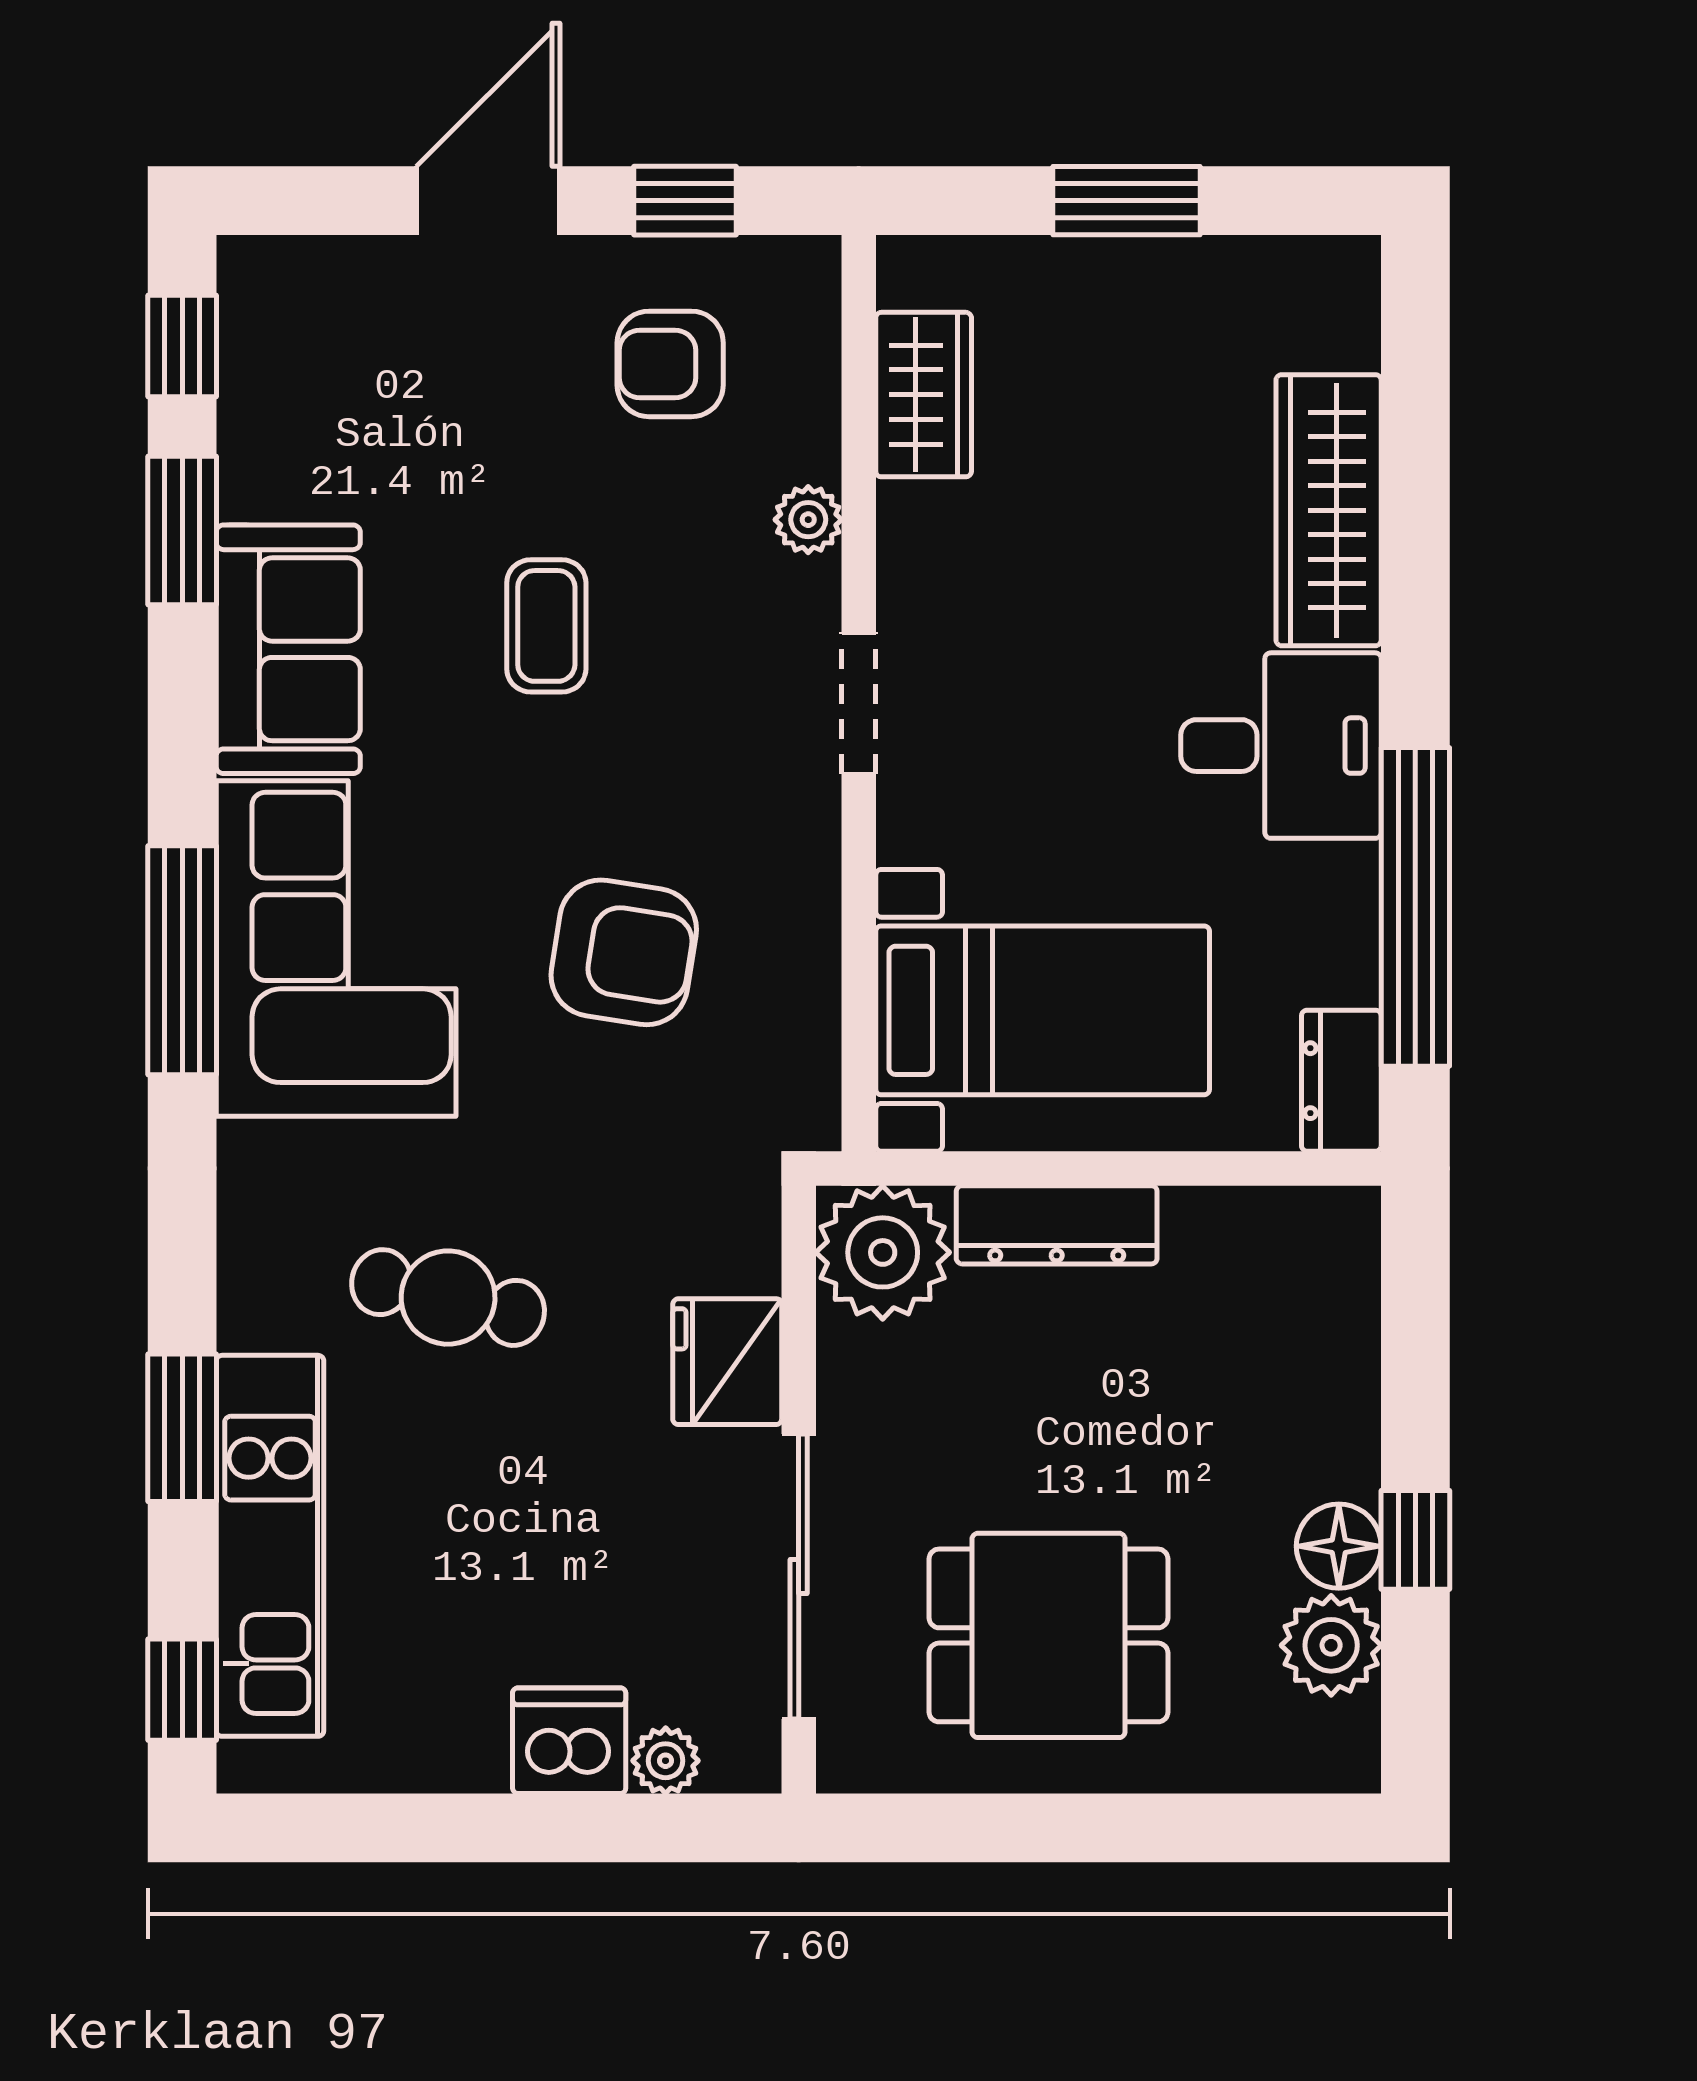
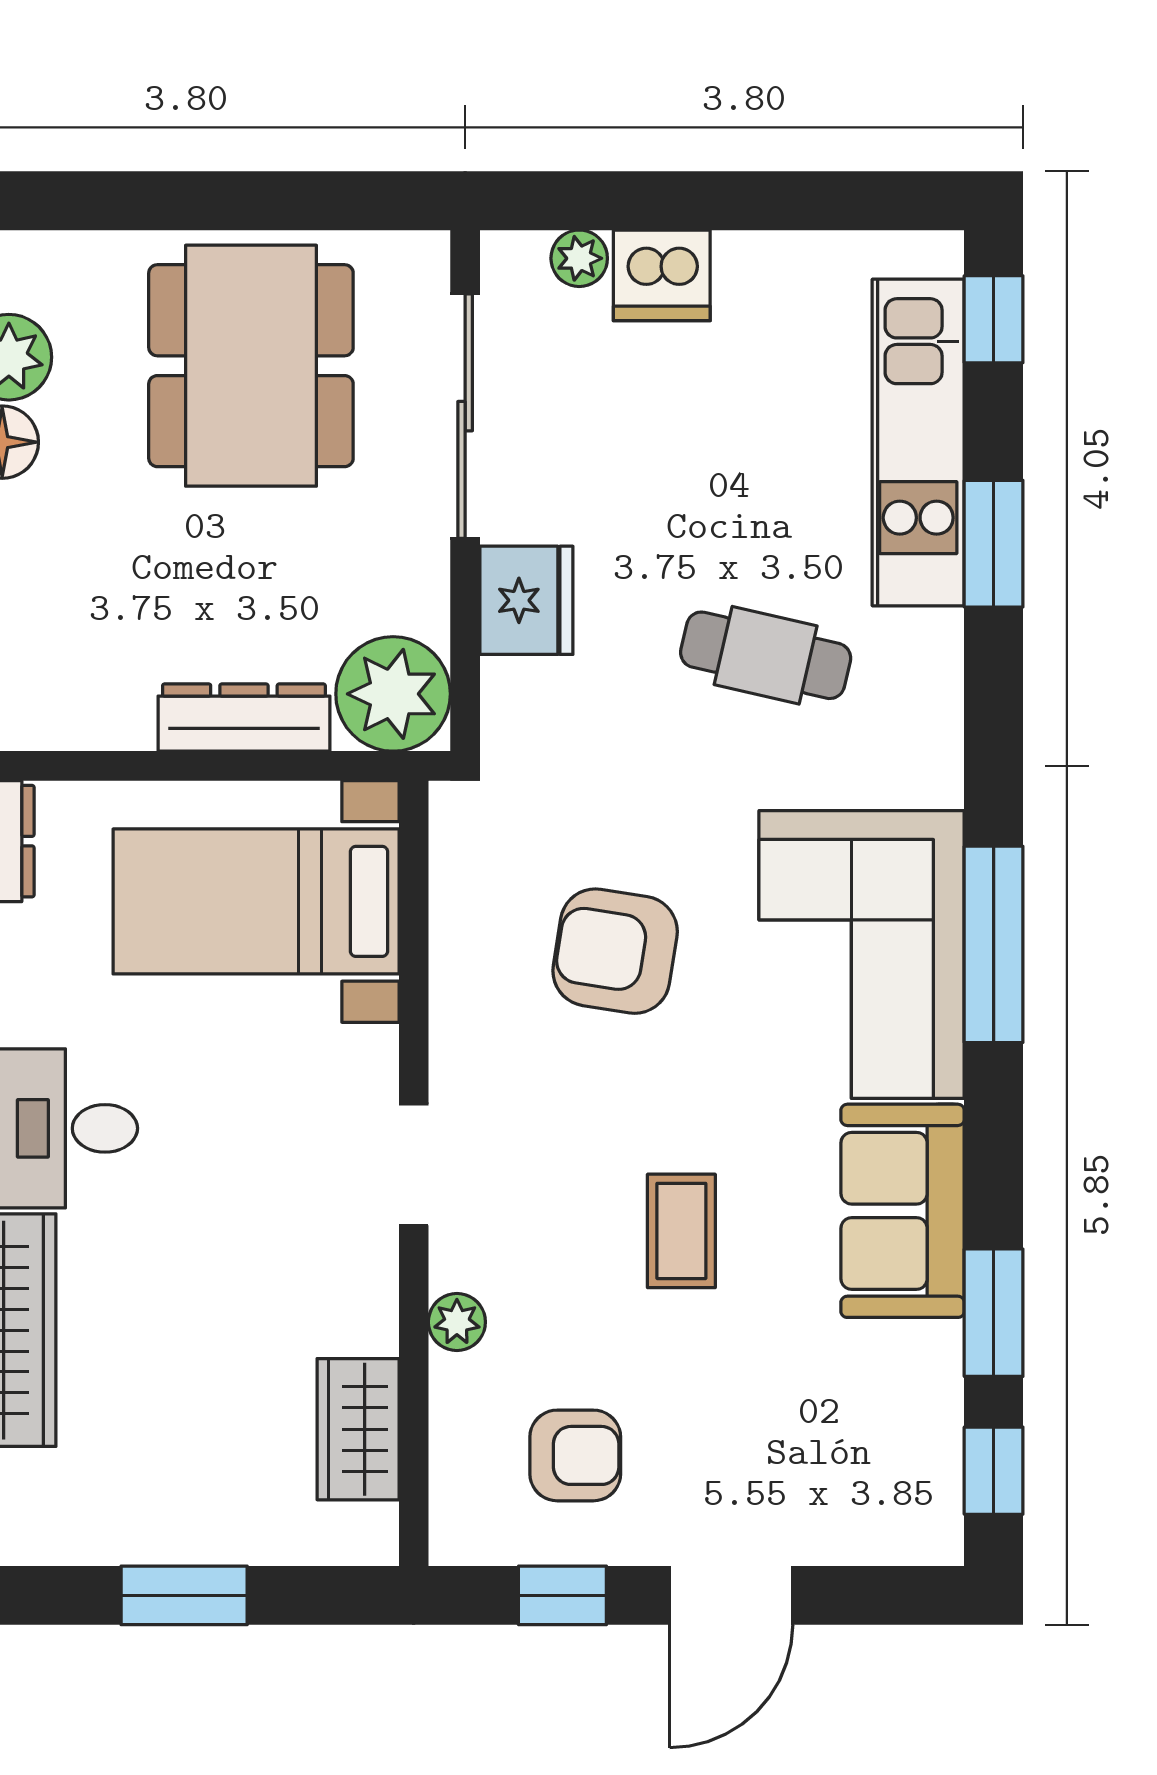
dining table: (1049, 1635) -> (251, 366), width x1.37

